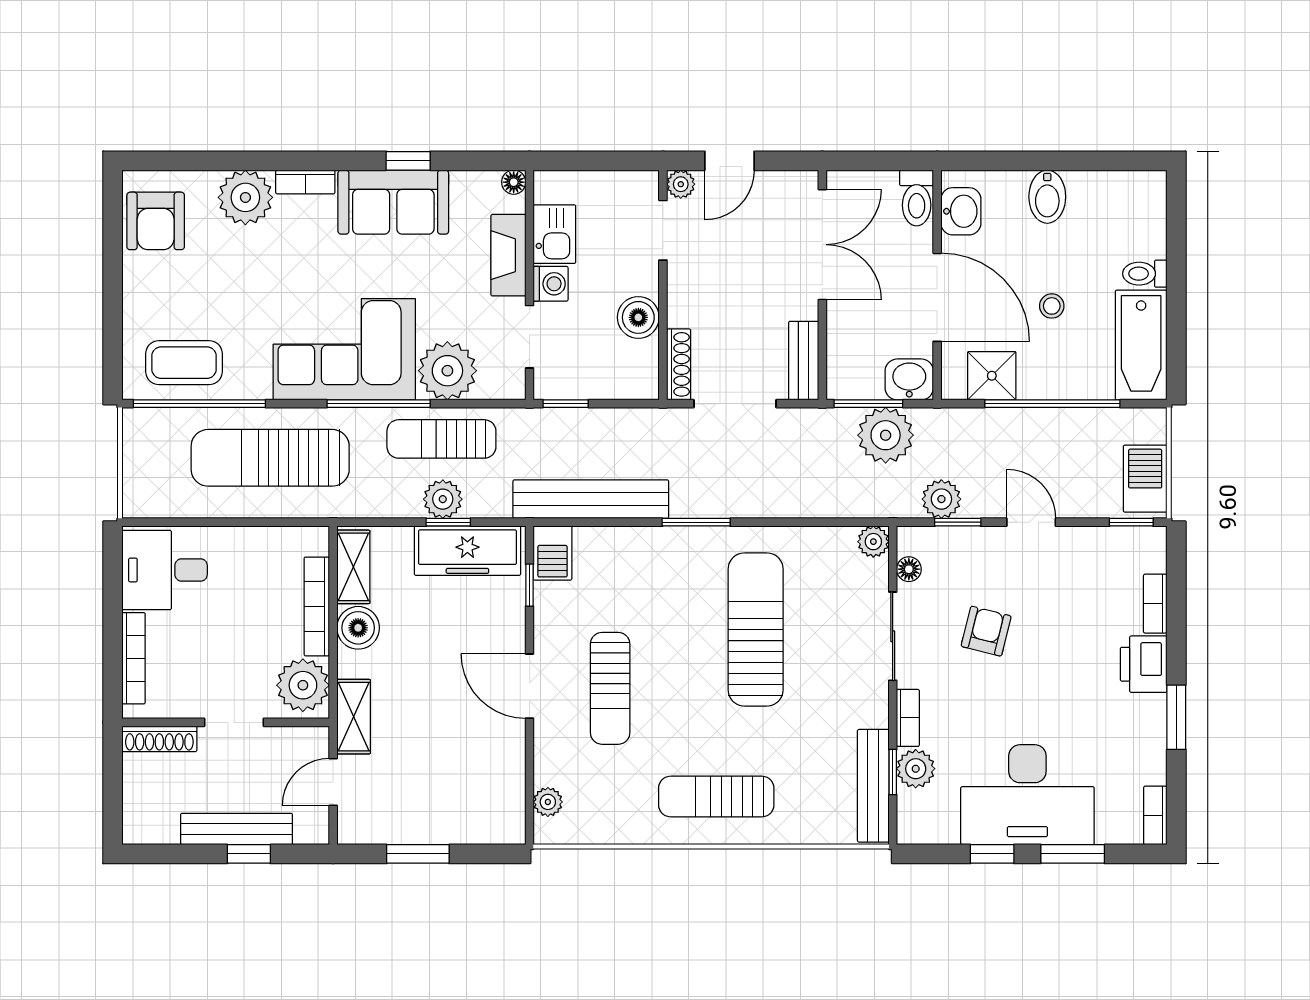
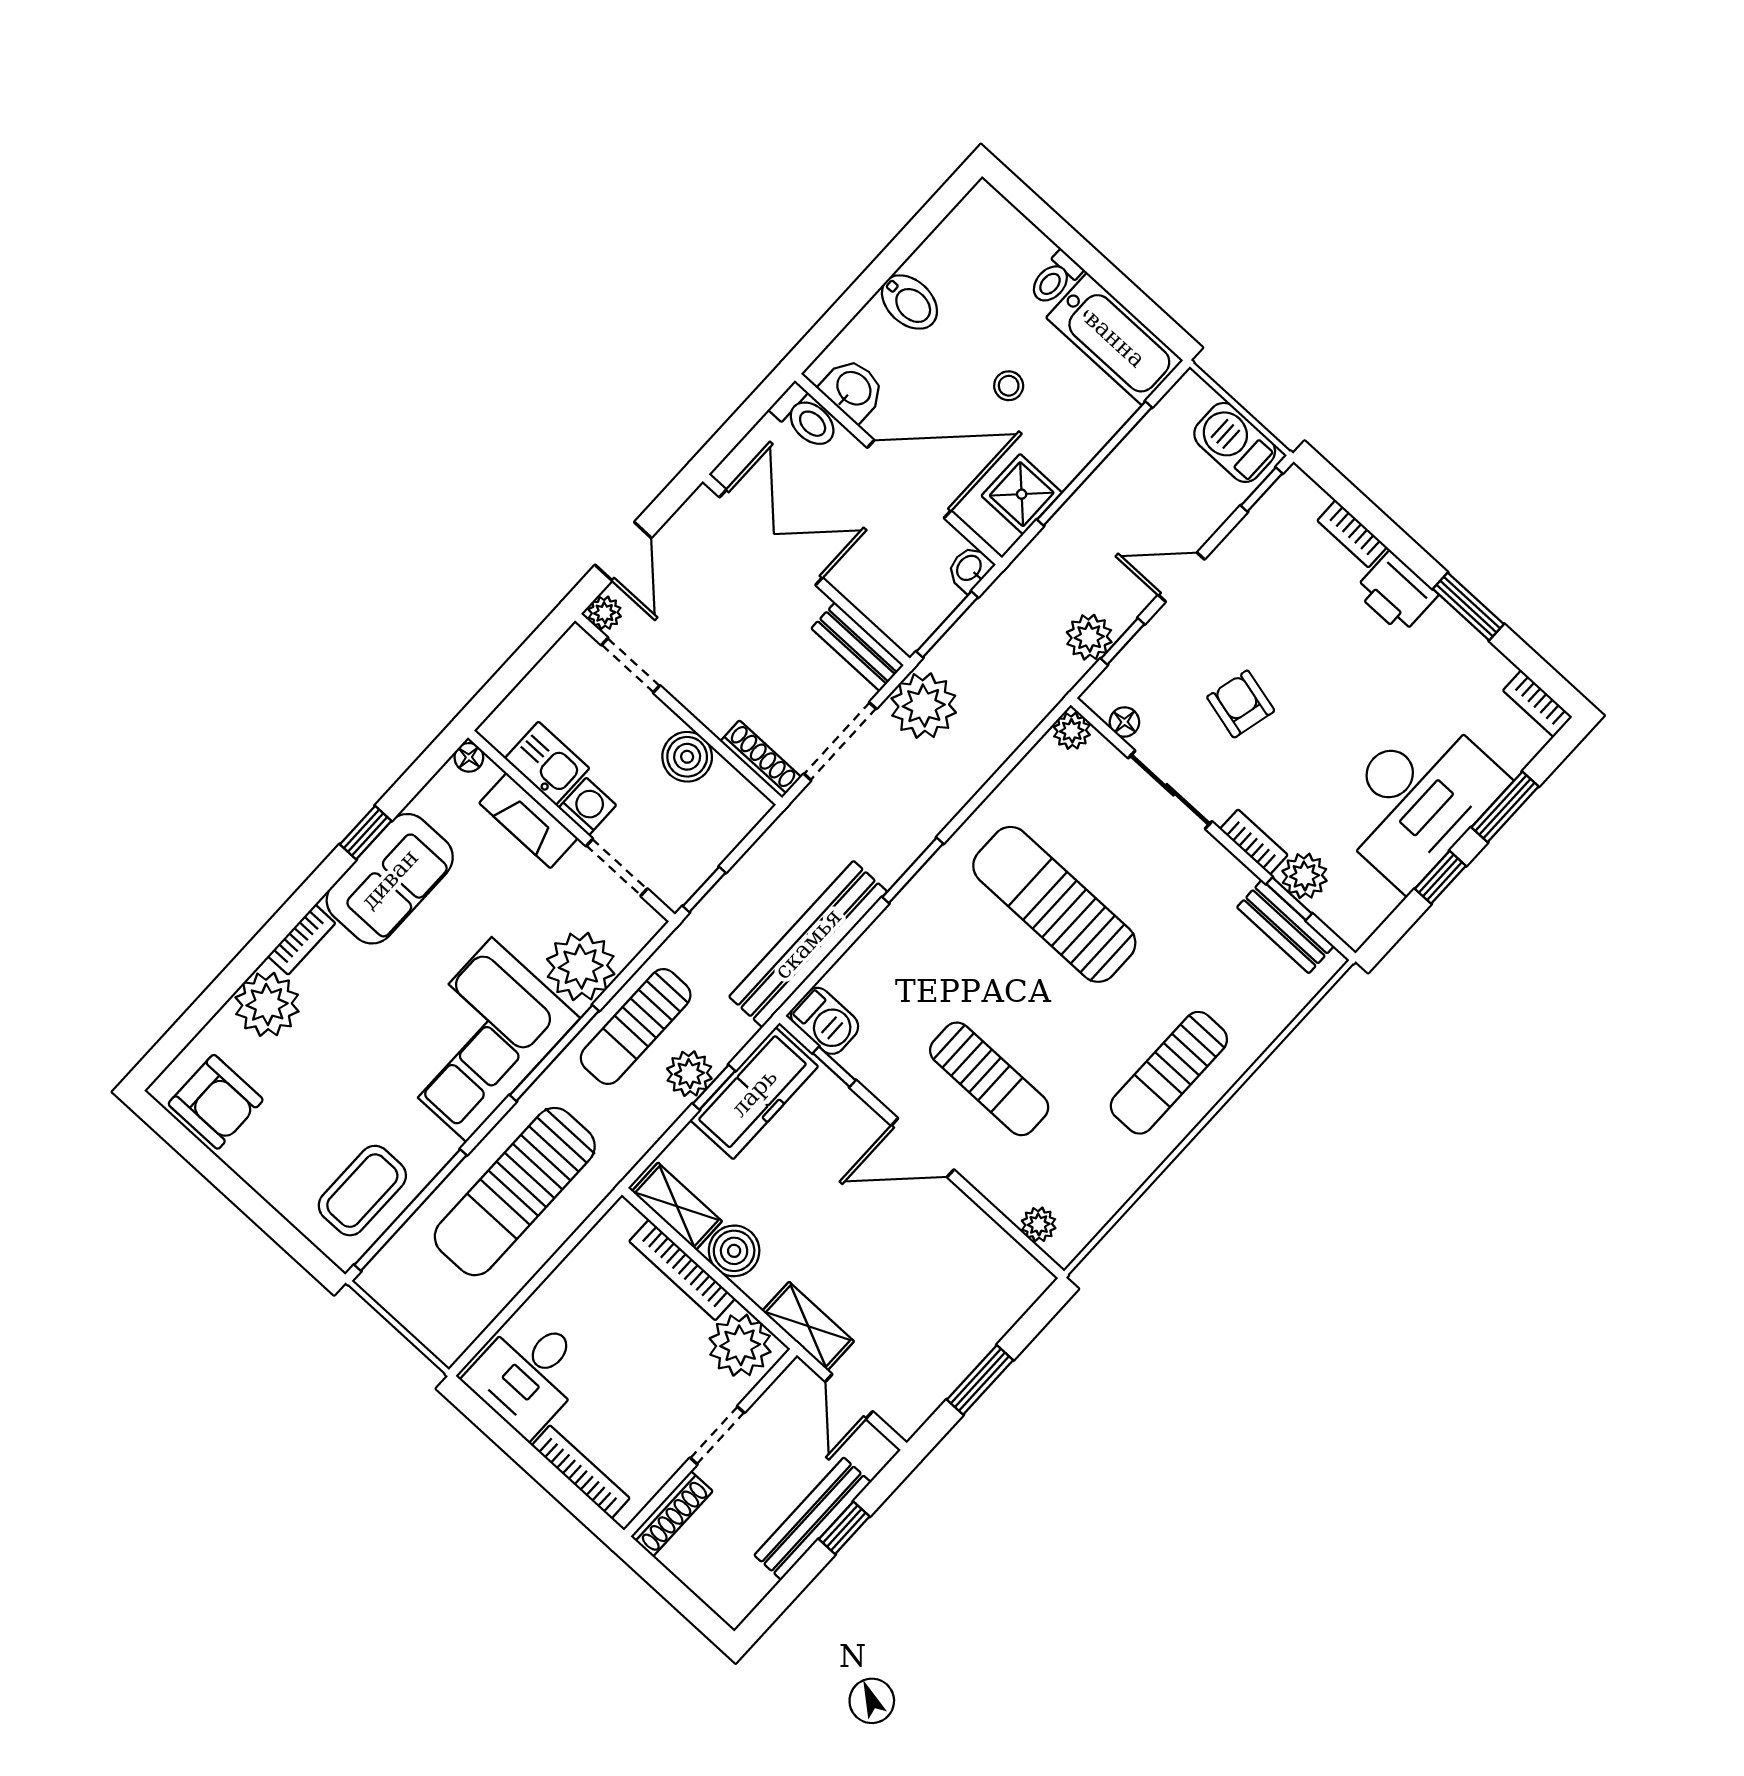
washbasin: (909, 379) -> (970, 569), width x0.72, depth x0.69
plant: (886, 435) -> (924, 706), moved
bench: (873, 786) -> (1285, 927), width x0.73

